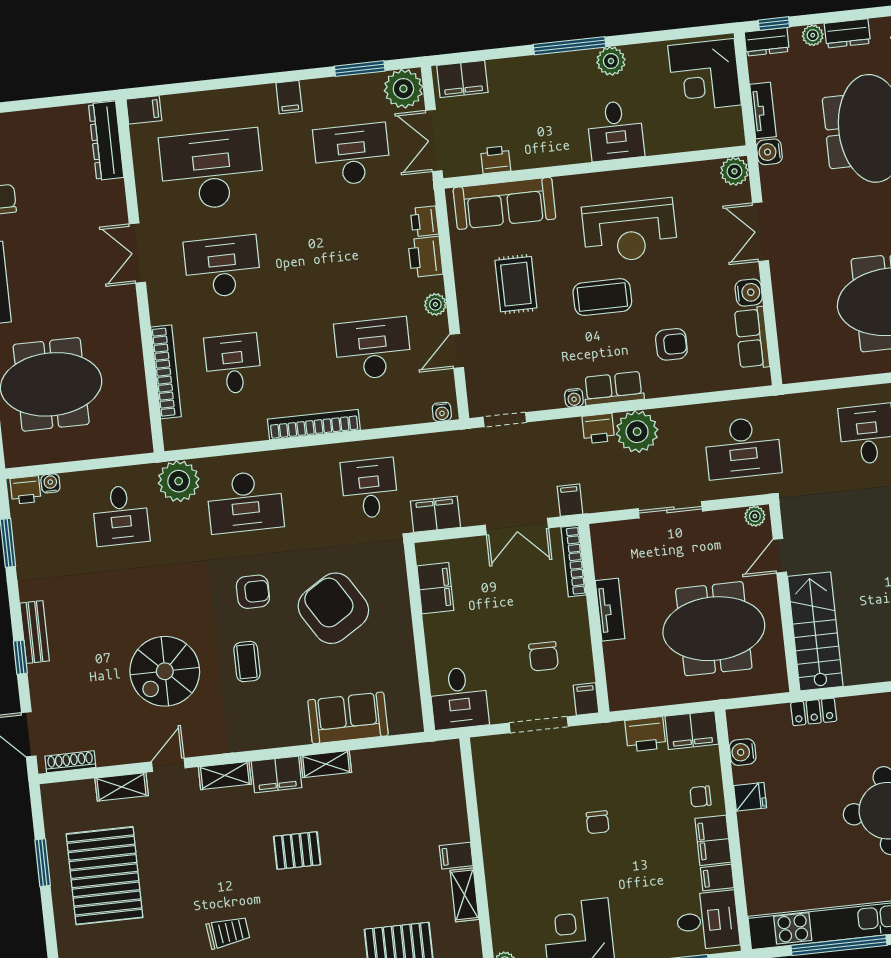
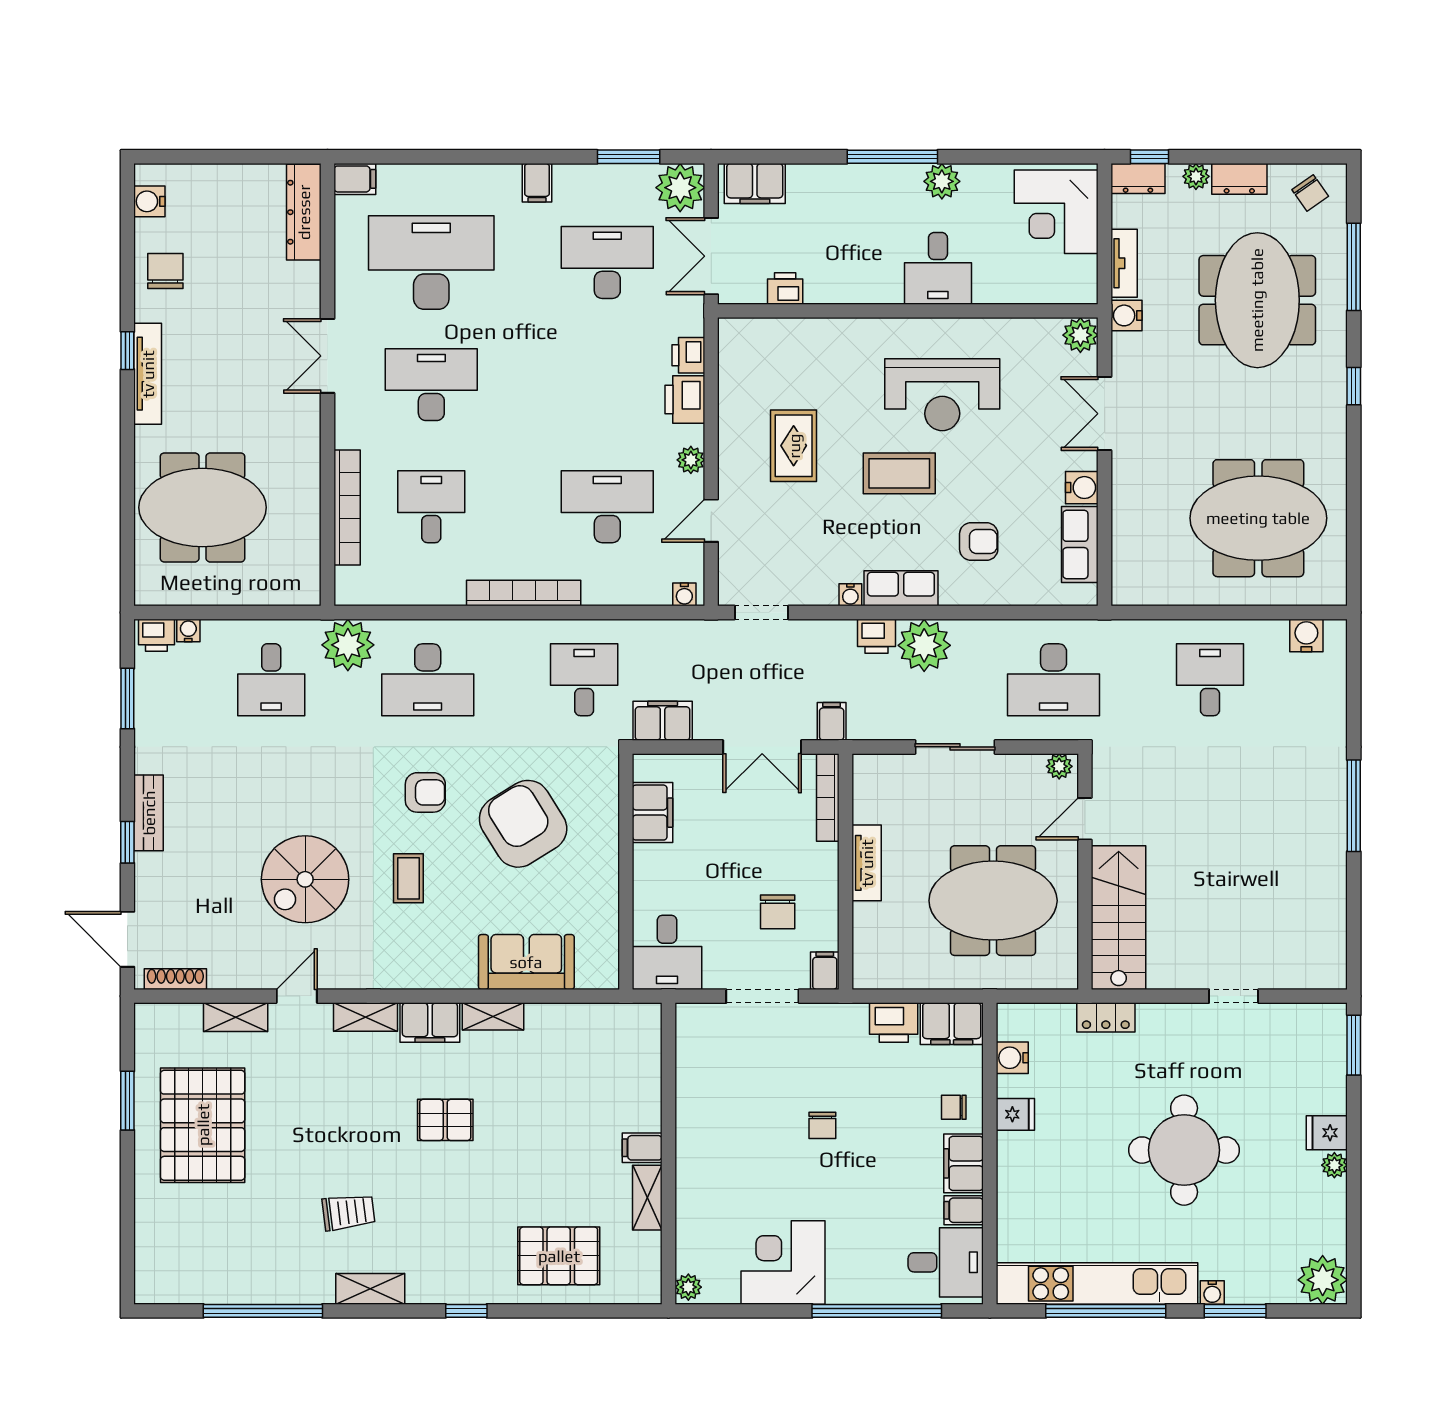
sofa: (504, 203) -> (790, 344), removed

